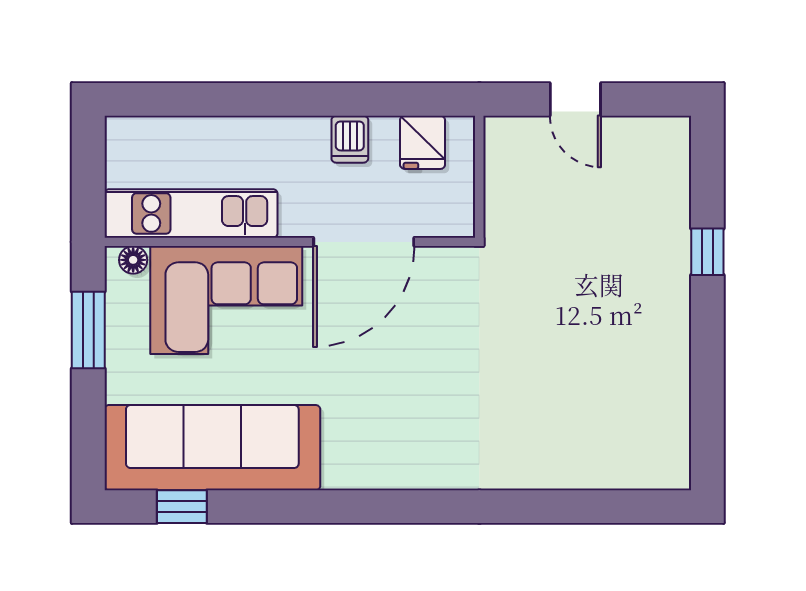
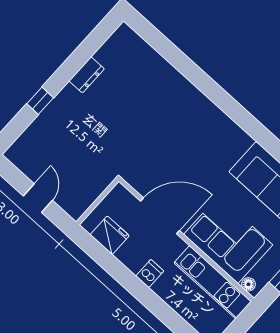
dishwasher: (350, 139) -> (150, 274), moved
fridge: (423, 142) -> (110, 235), width x1.38
dresser: (672, 356) -> (87, 75), added

